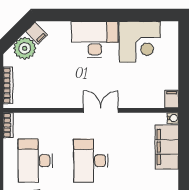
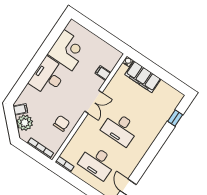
chair: (52, 90) -> (62, 123), added
filing cabinet: (172, 99) -> (103, 73), moved
double door: (101, 110) -> (94, 102), swing flipped

